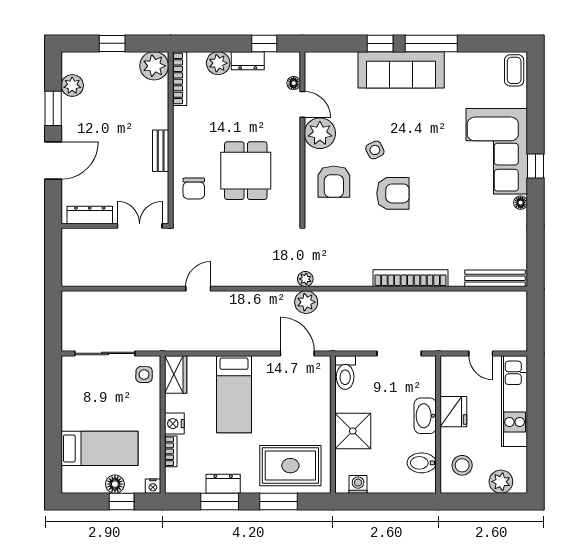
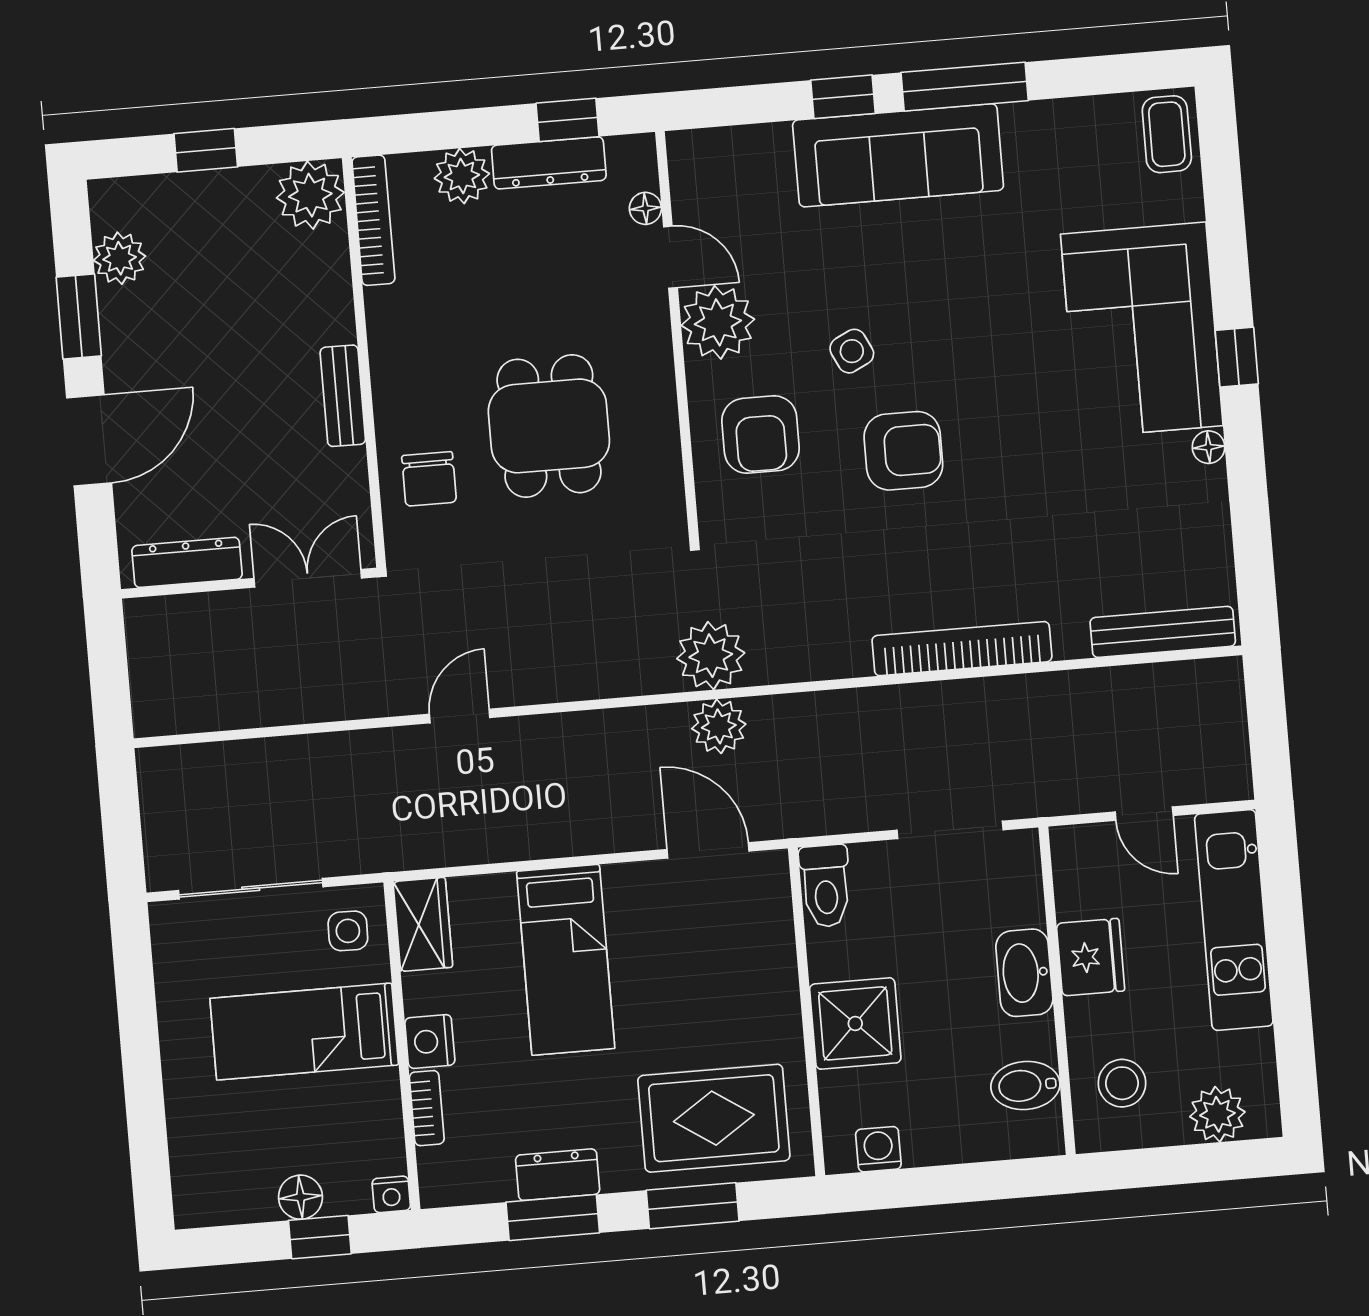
dresser: (248, 61) -> (549, 163), width x1.44
plant: (305, 279) -> (711, 656), width x1.88, depth x1.88
bed: (100, 448) -> (304, 1032), moved, turned 180

